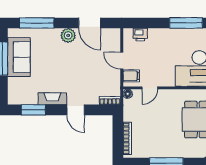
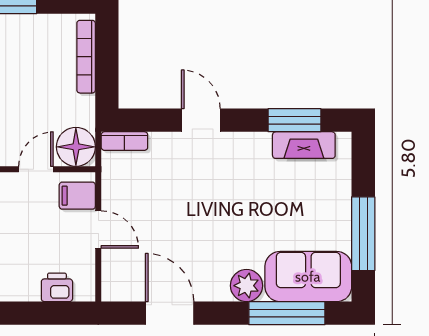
plant: (68, 35) -> (247, 286), moved
sofa: (19, 57) -> (308, 277), moved, turned 90
floor lamp: (128, 94) -> (76, 147), width x1.89, depth x1.89
fireplace: (52, 99) -> (304, 145), moved

